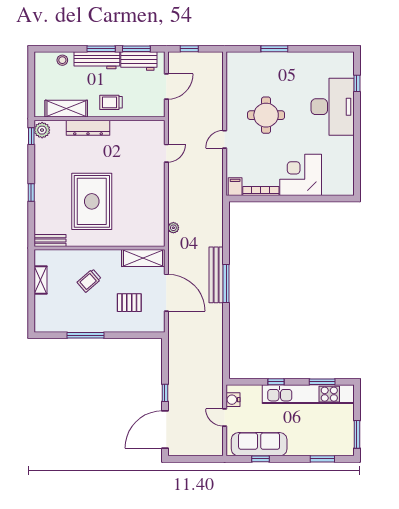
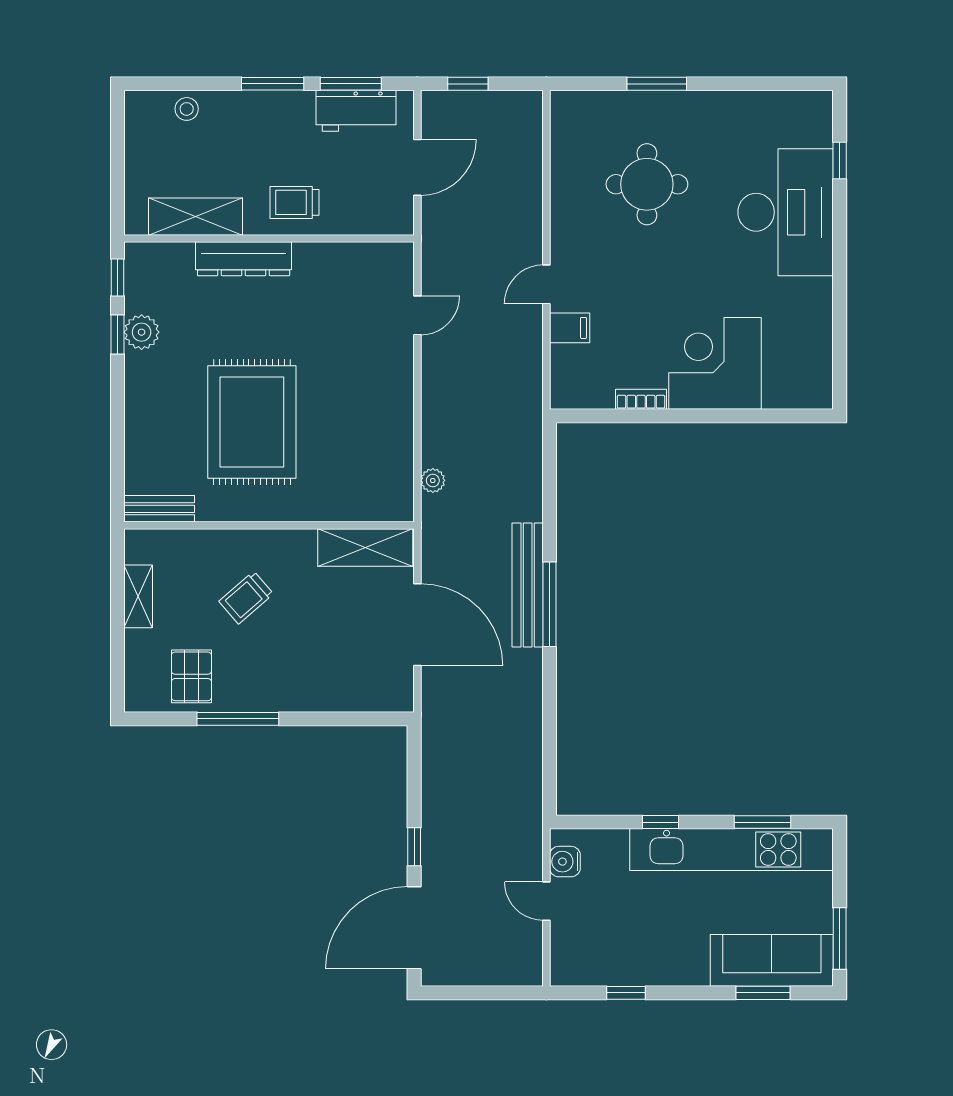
workbench: (97, 60) -> (263, 109), removed
round table: (266, 115) -> (647, 184), moved
plant: (42, 130) -> (142, 332), moved
filing cabinet: (235, 187) -> (570, 328), moved, turned 90
bookcase: (261, 191) -> (641, 399), width x0.64
window: (31, 193) -> (118, 335), moved
pallet: (129, 303) -> (191, 676), moved, turned 90
sofa: (259, 444) -> (772, 960), moved

